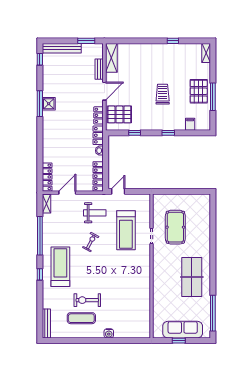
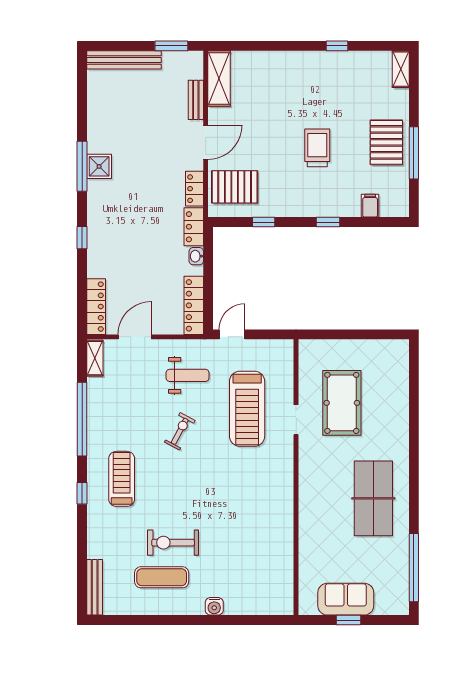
window: (40, 59) -> (82, 238), moved
treadmill: (60, 267) -> (122, 479), width x0.73, depth x0.73
sofa: (183, 330) -> (346, 599), width x0.73

